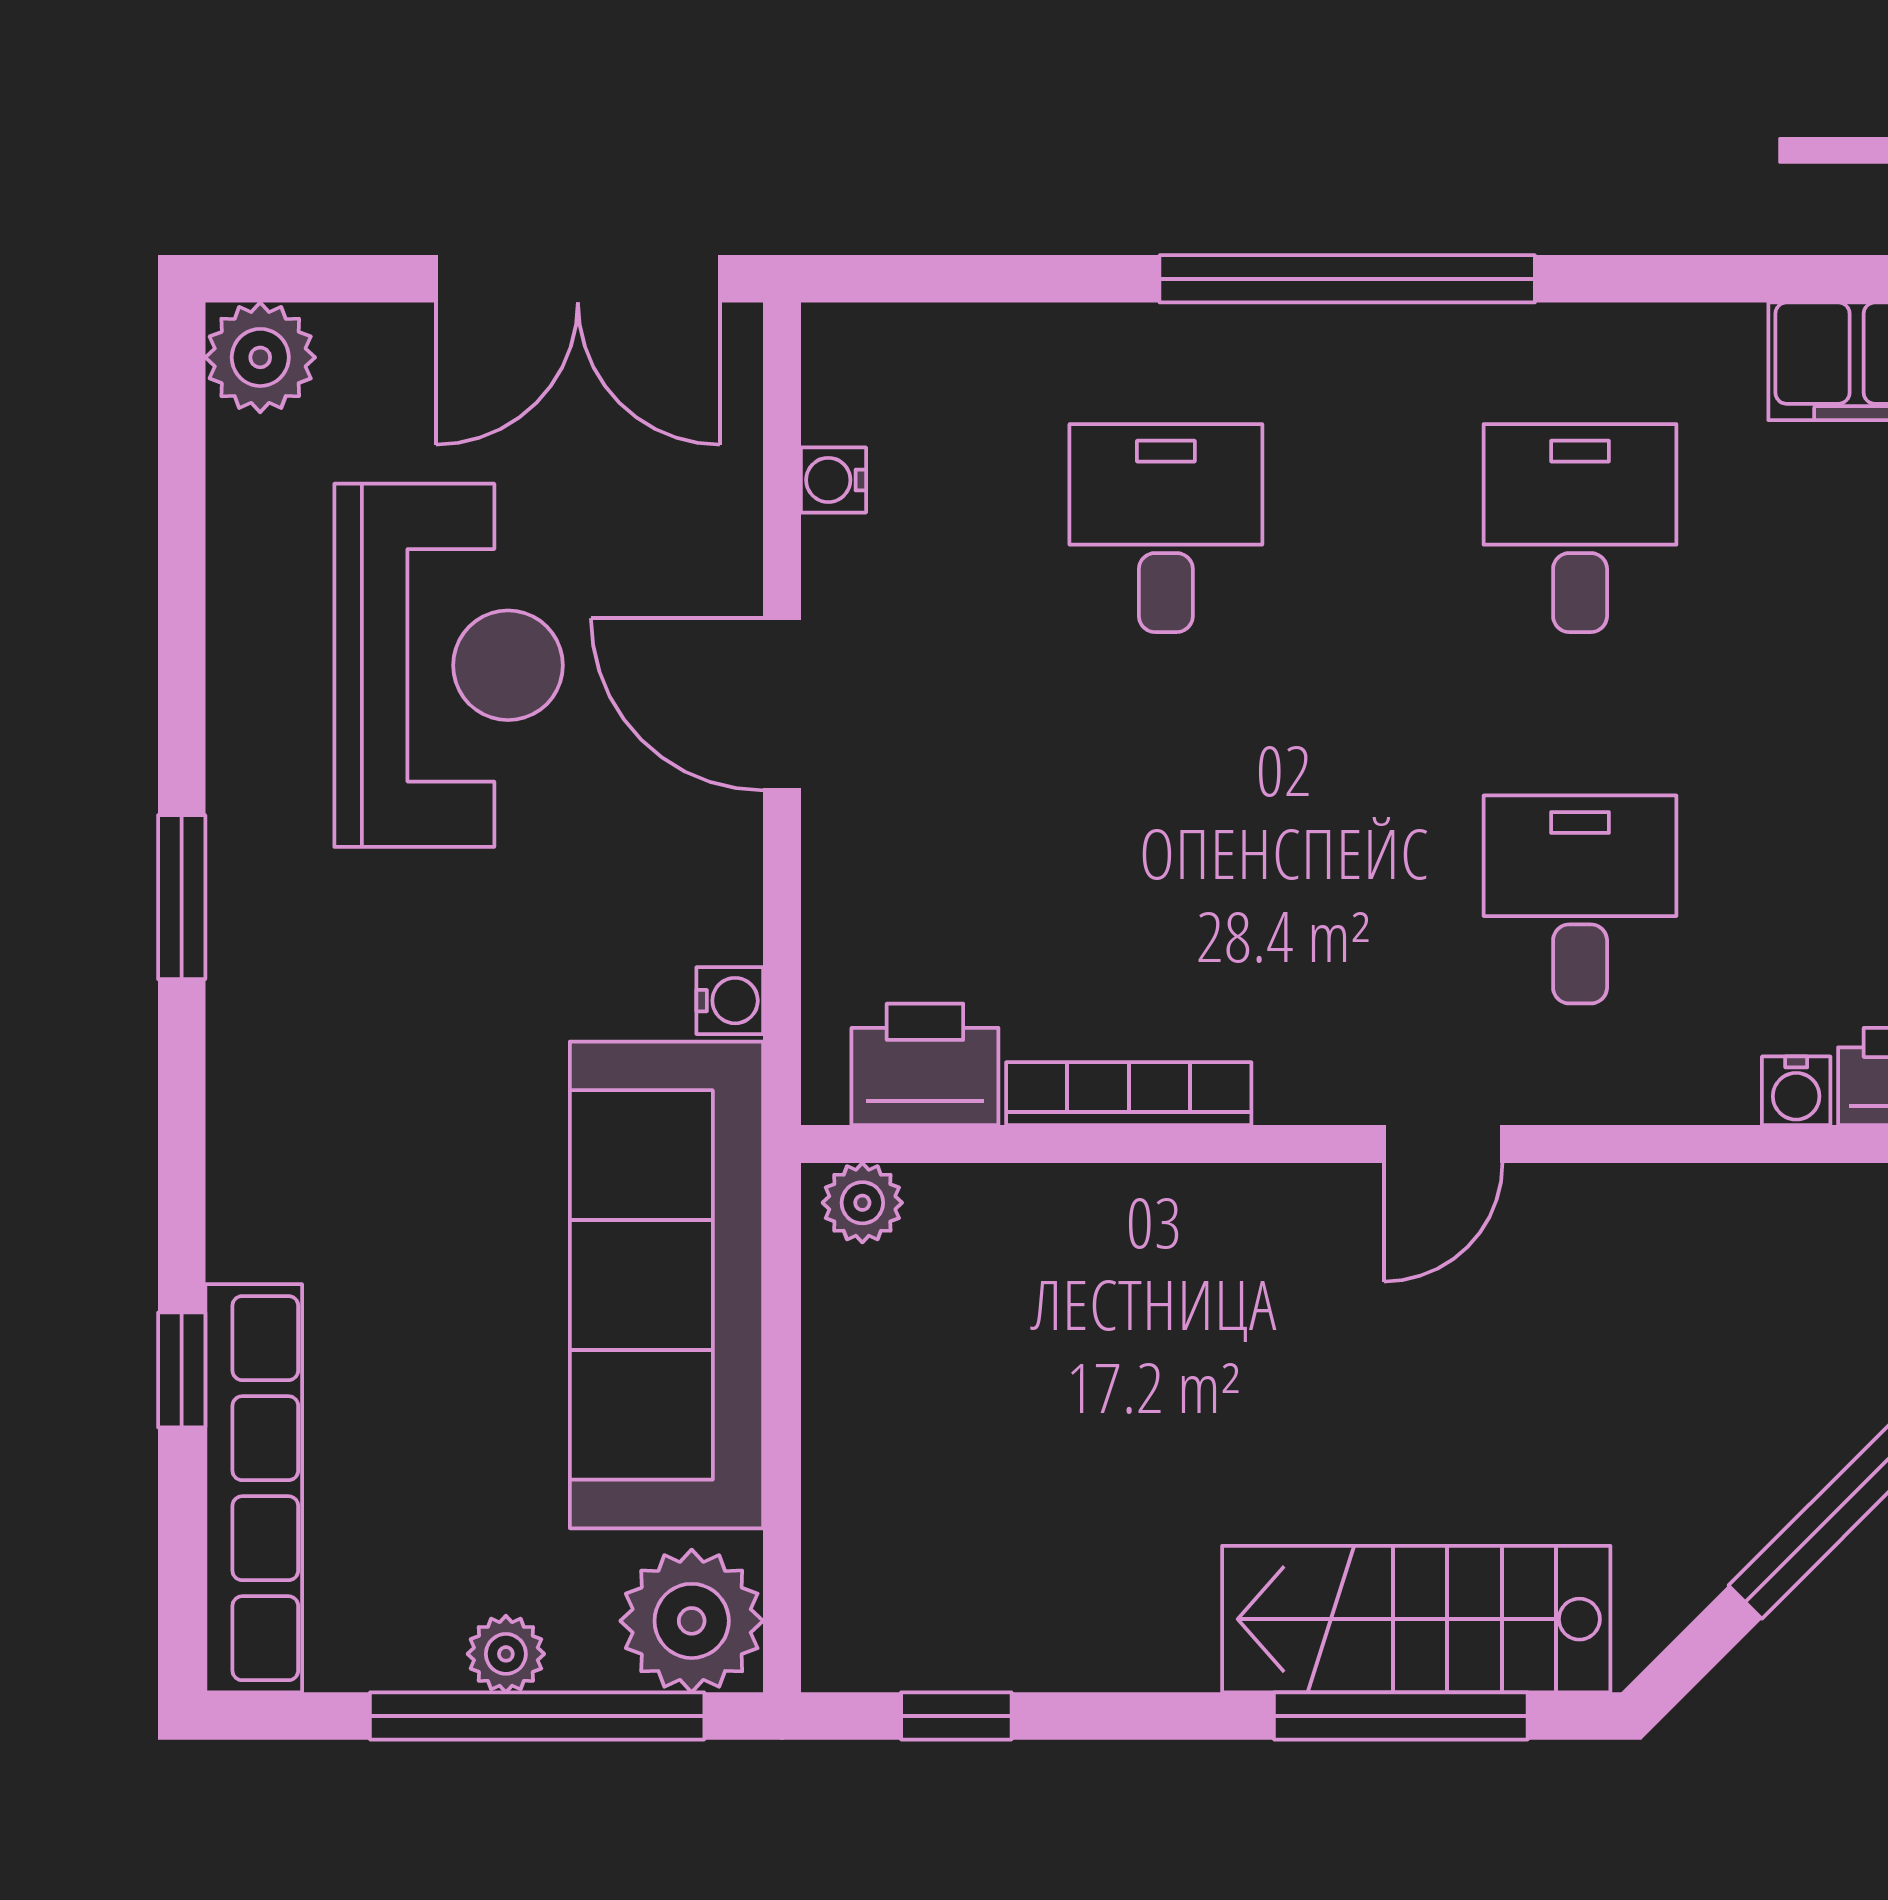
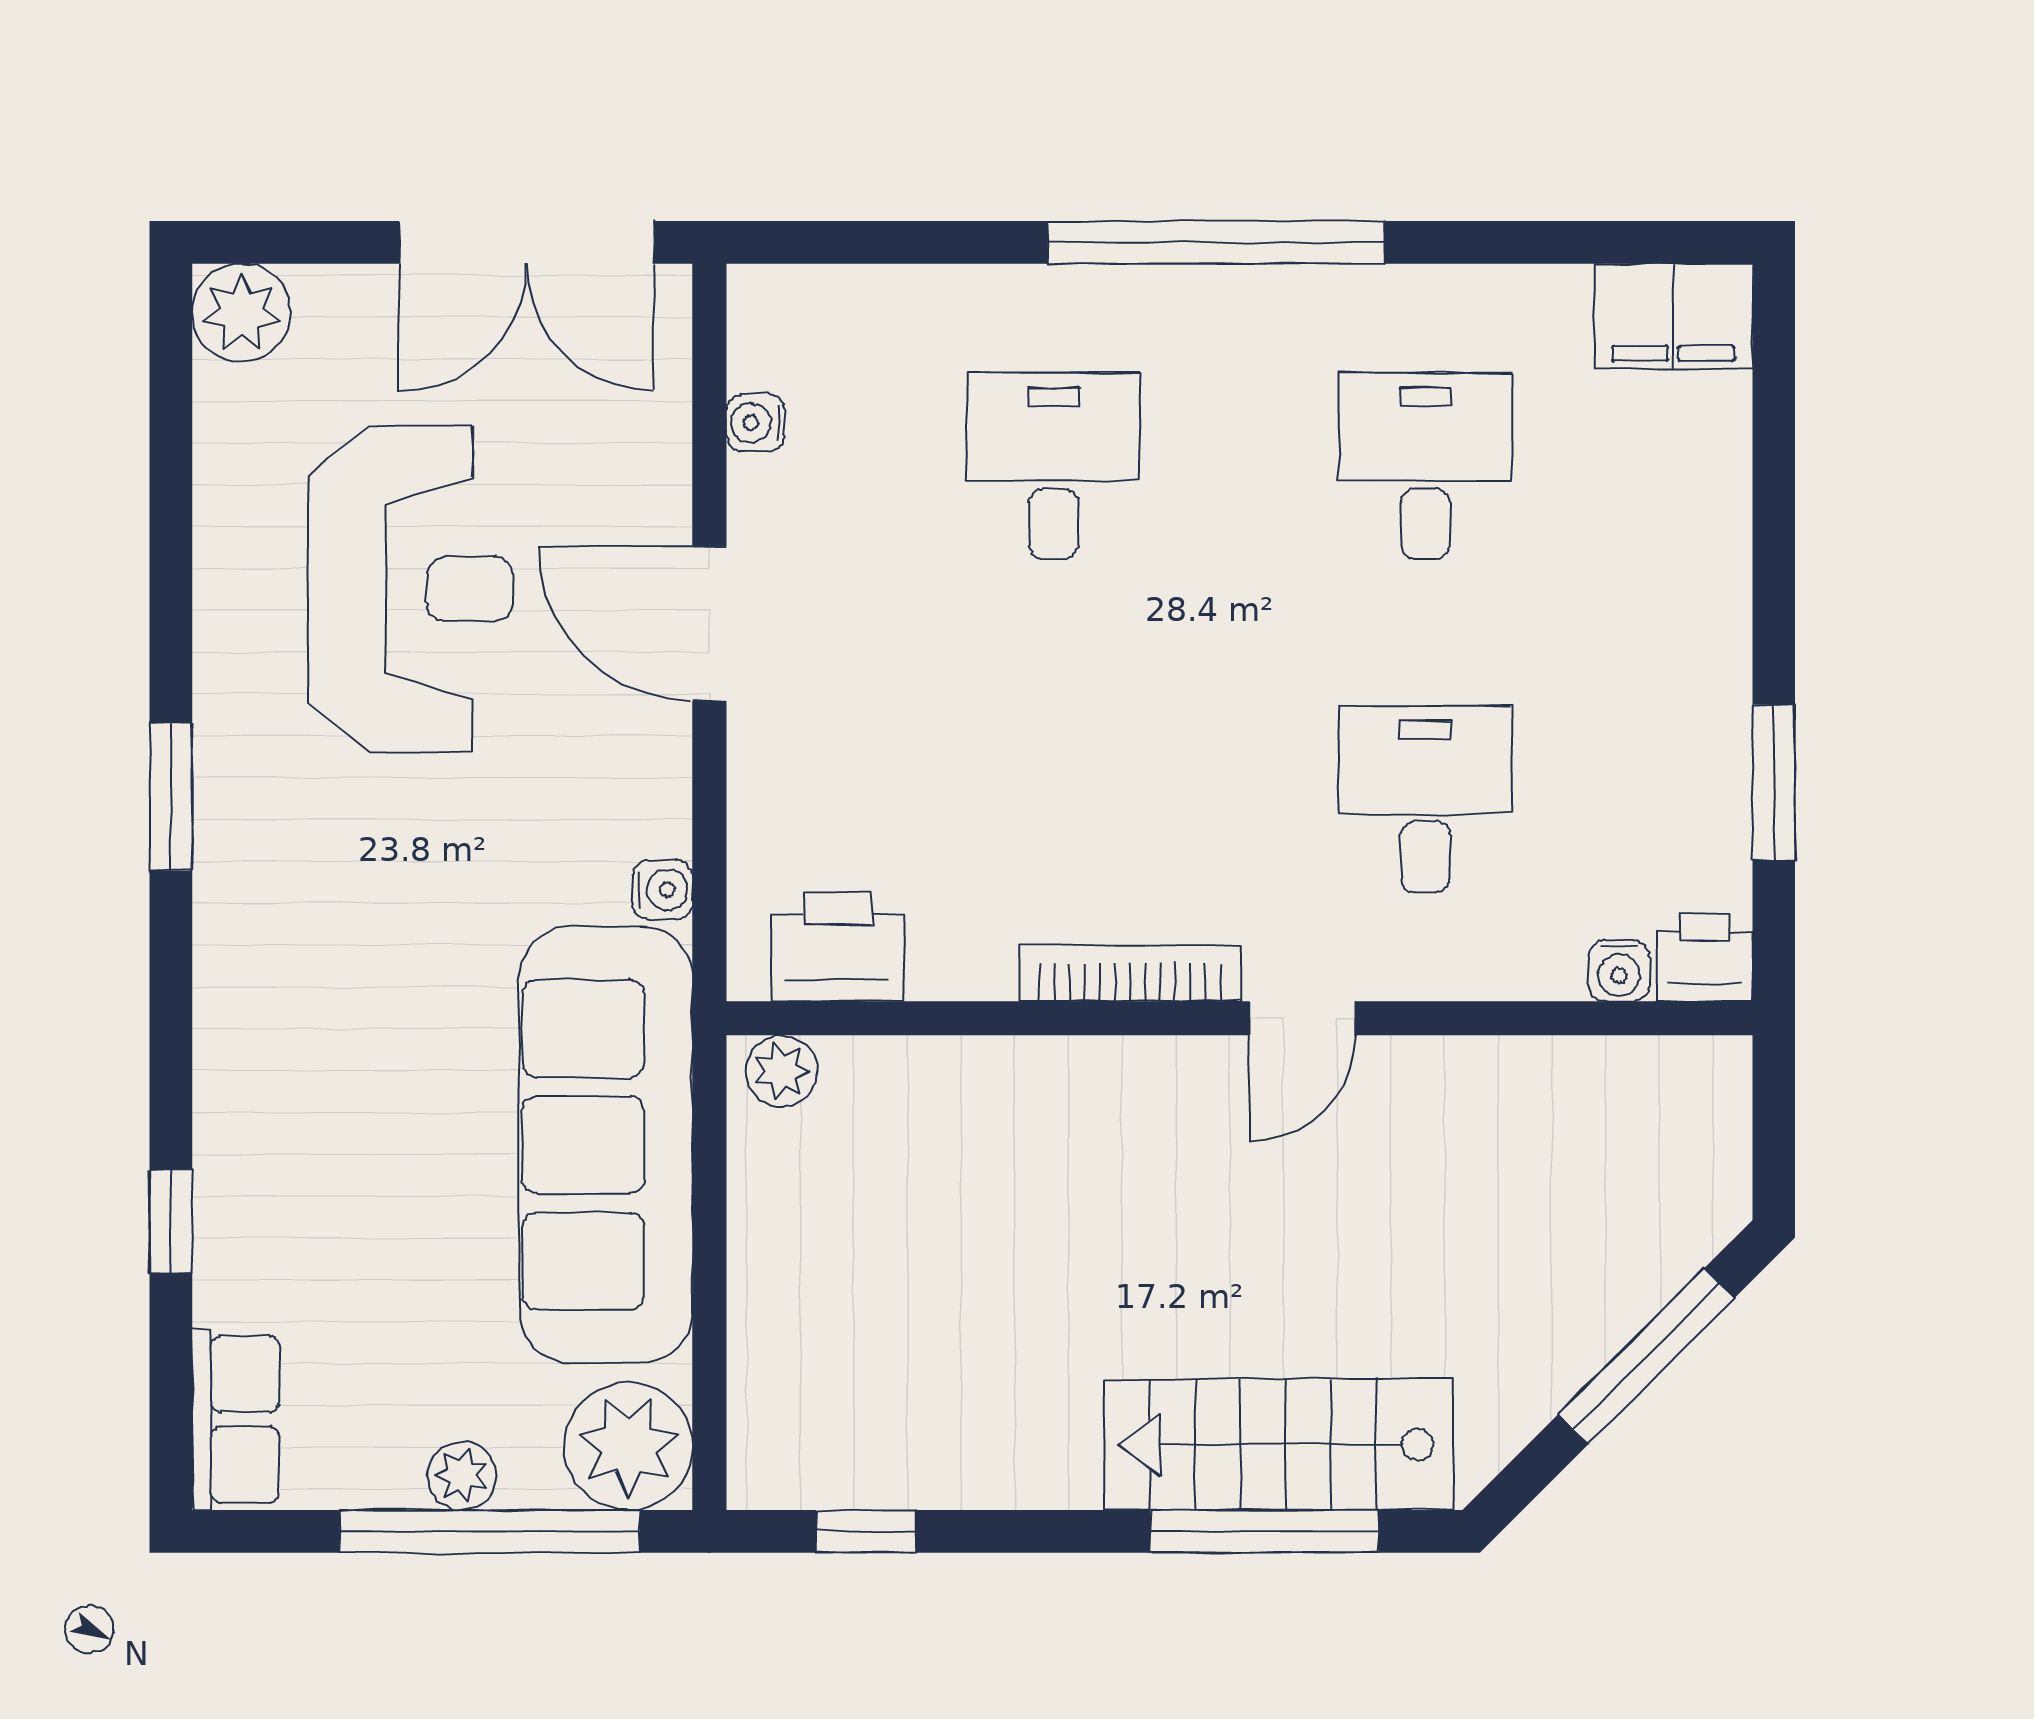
bookcase: (1129, 1094) -> (1130, 973), moved
row of seats: (254, 1488) -> (236, 1419), width x0.50

